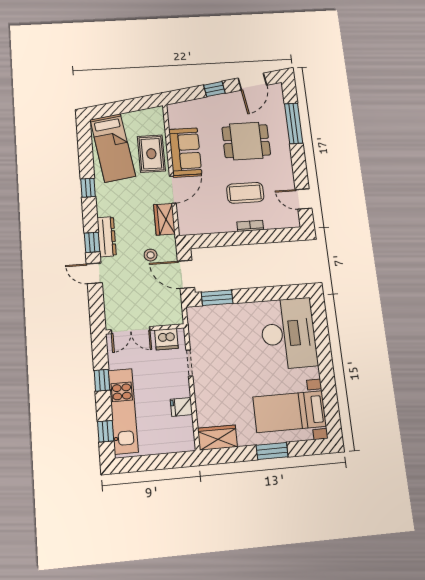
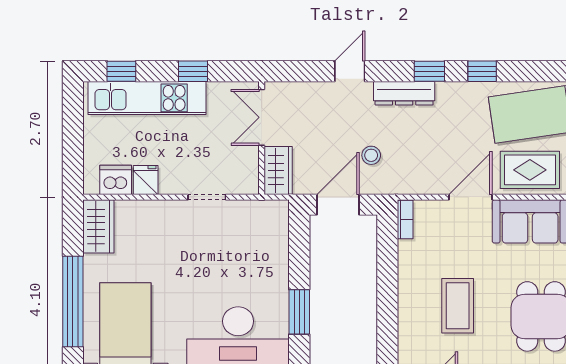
door: (173, 190) -> (470, 197), swing flipped
wardrobe: (164, 219) -> (278, 170), moved, turned 90
bookcase: (250, 226) -> (405, 220), moved
window: (92, 242) -> (429, 71), moved
window: (217, 298) -> (299, 312), moved
dishwasher: (166, 339) -> (116, 180), moved, turned 90
window: (272, 451) -> (73, 301), width x2.11

